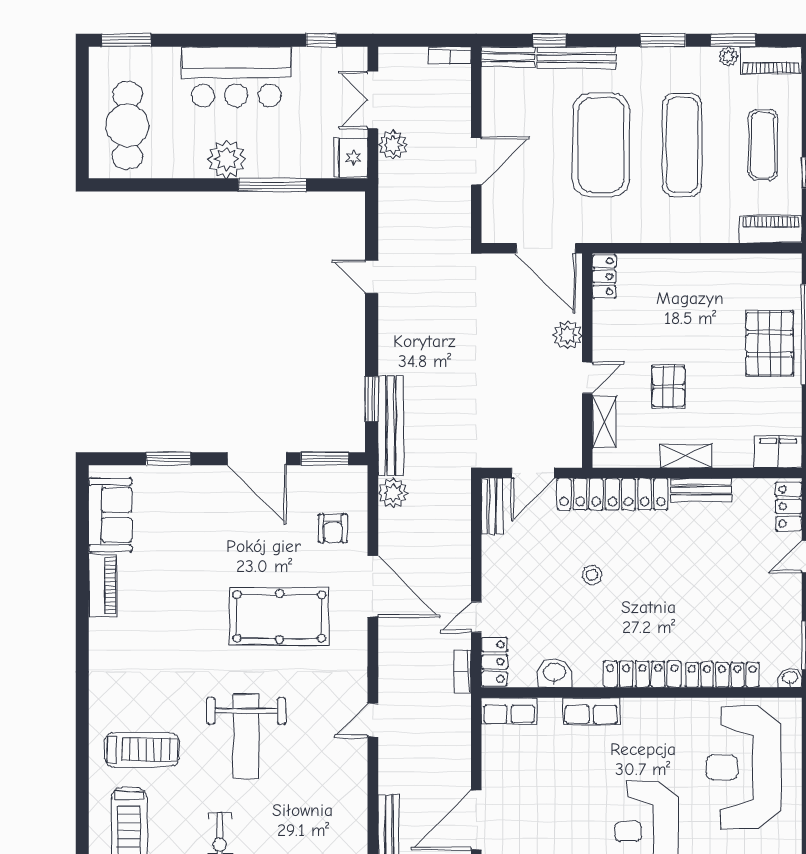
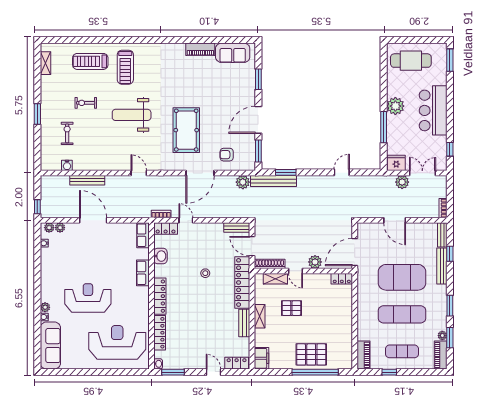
shoe rack: (572, 434) -> (270, 264), added

